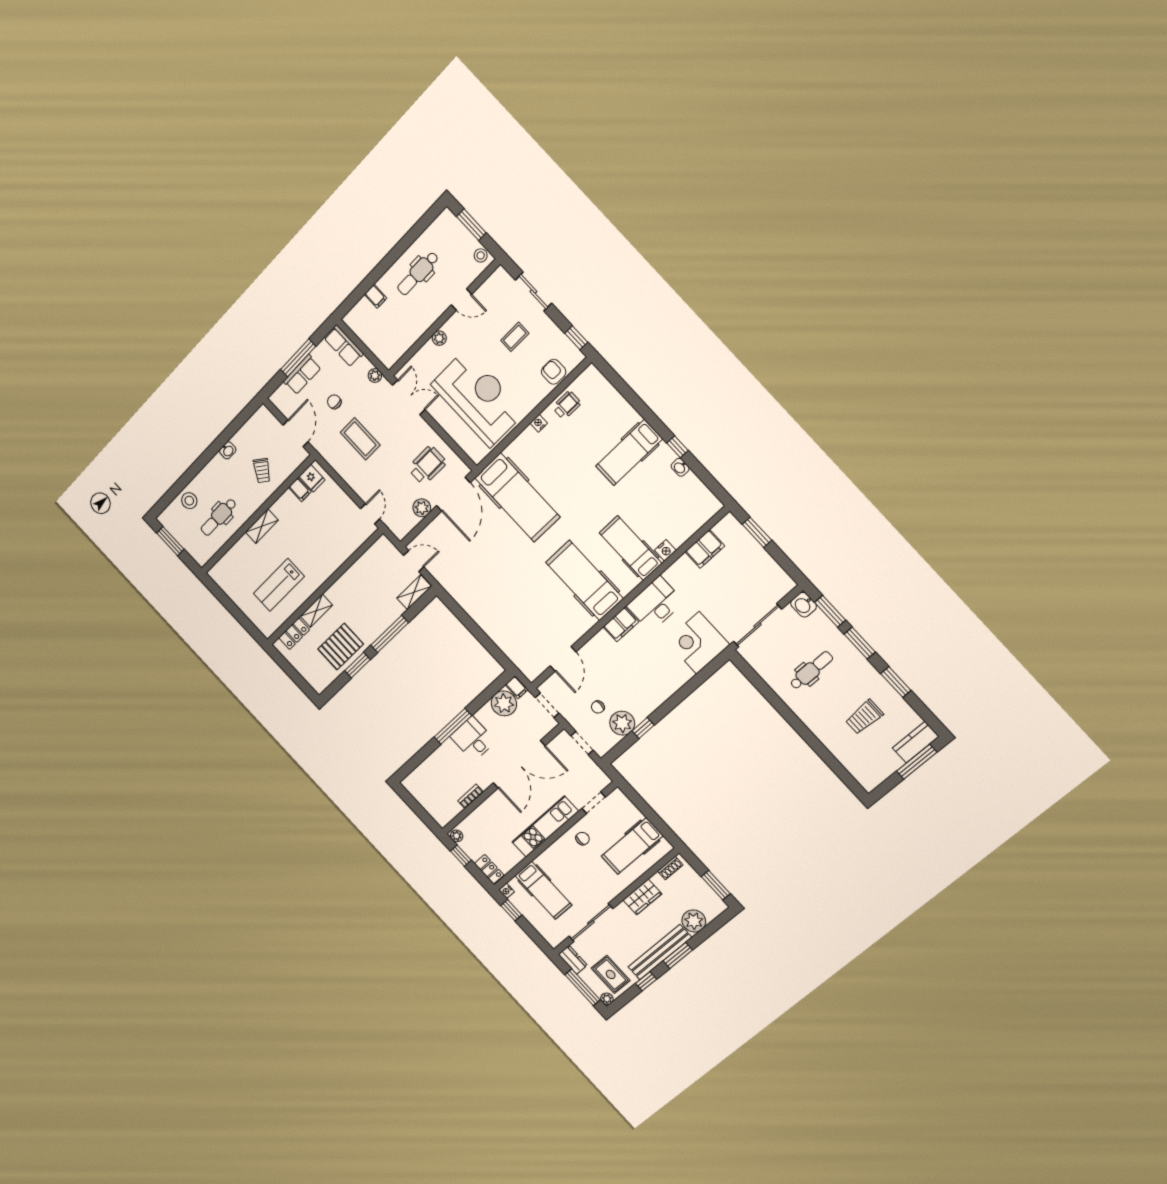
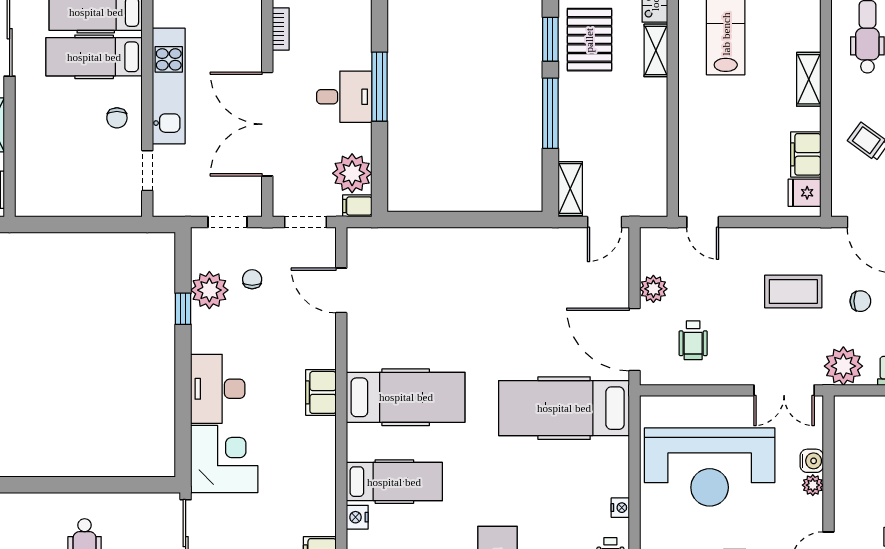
water cooler: (428, 350) -> (812, 461), added
plant: (375, 376) -> (843, 366), width x1.88, depth x1.88
wheelchair: (427, 465) -> (693, 340), width x0.73, depth x0.73
filing cabinet: (300, 490) -> (806, 154), width x2.00
desk: (655, 604) -> (218, 389), moved, turned 180
hospital bed: (632, 846) -> (94, 57), moved, turned -90

